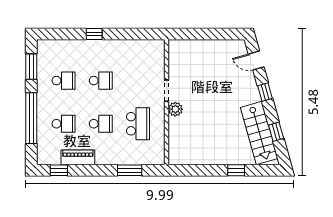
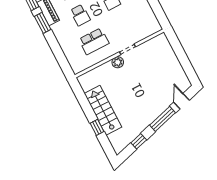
window: (265, 92) -> (163, 119), width x2.17
stairs: (259, 133) -> (103, 110), moved, turned 106
window: (130, 170) -> (43, 23), moved

